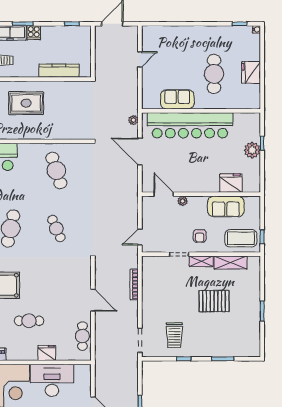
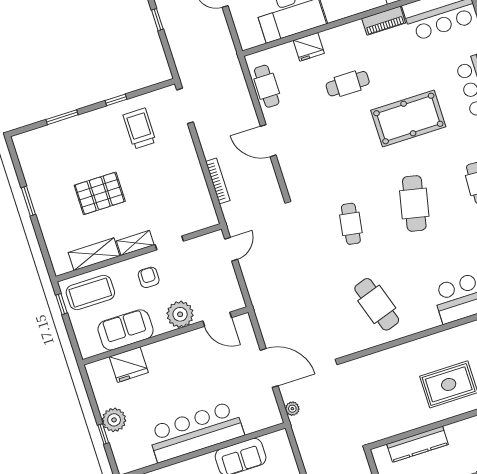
bar counter: (190, 125) -> (196, 432), width x0.73
plant: (183, 201) -> (180, 314), width x1.88, depth x1.88
cafe table: (56, 229) -> (351, 224), turned 33

